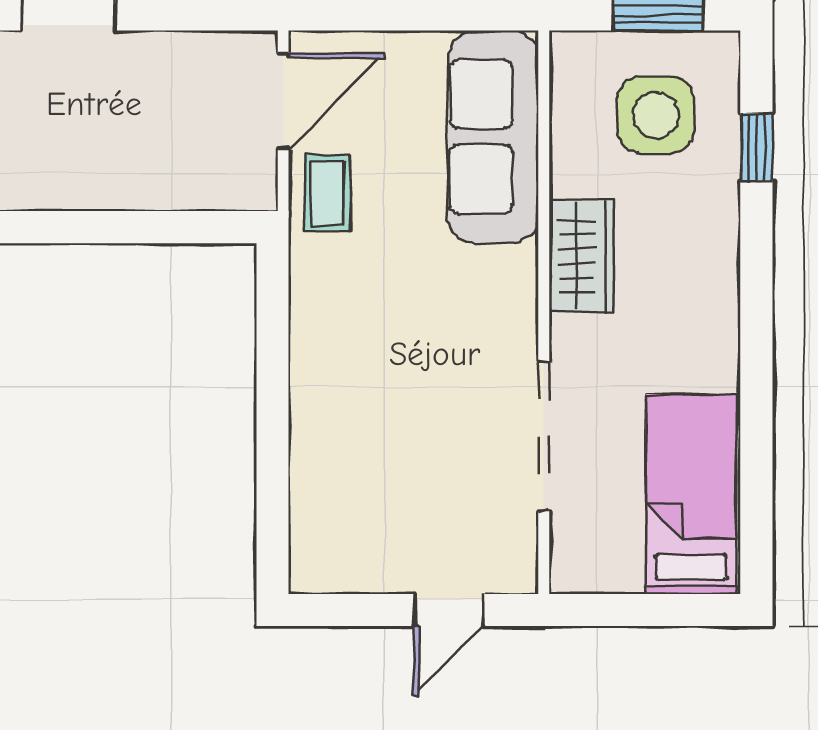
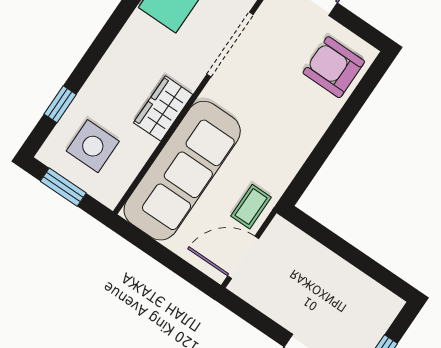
sofa: (493, 137) -> (182, 171), width x1.36, depth x1.27
armchair: (348, 516) -> (334, 67), added

